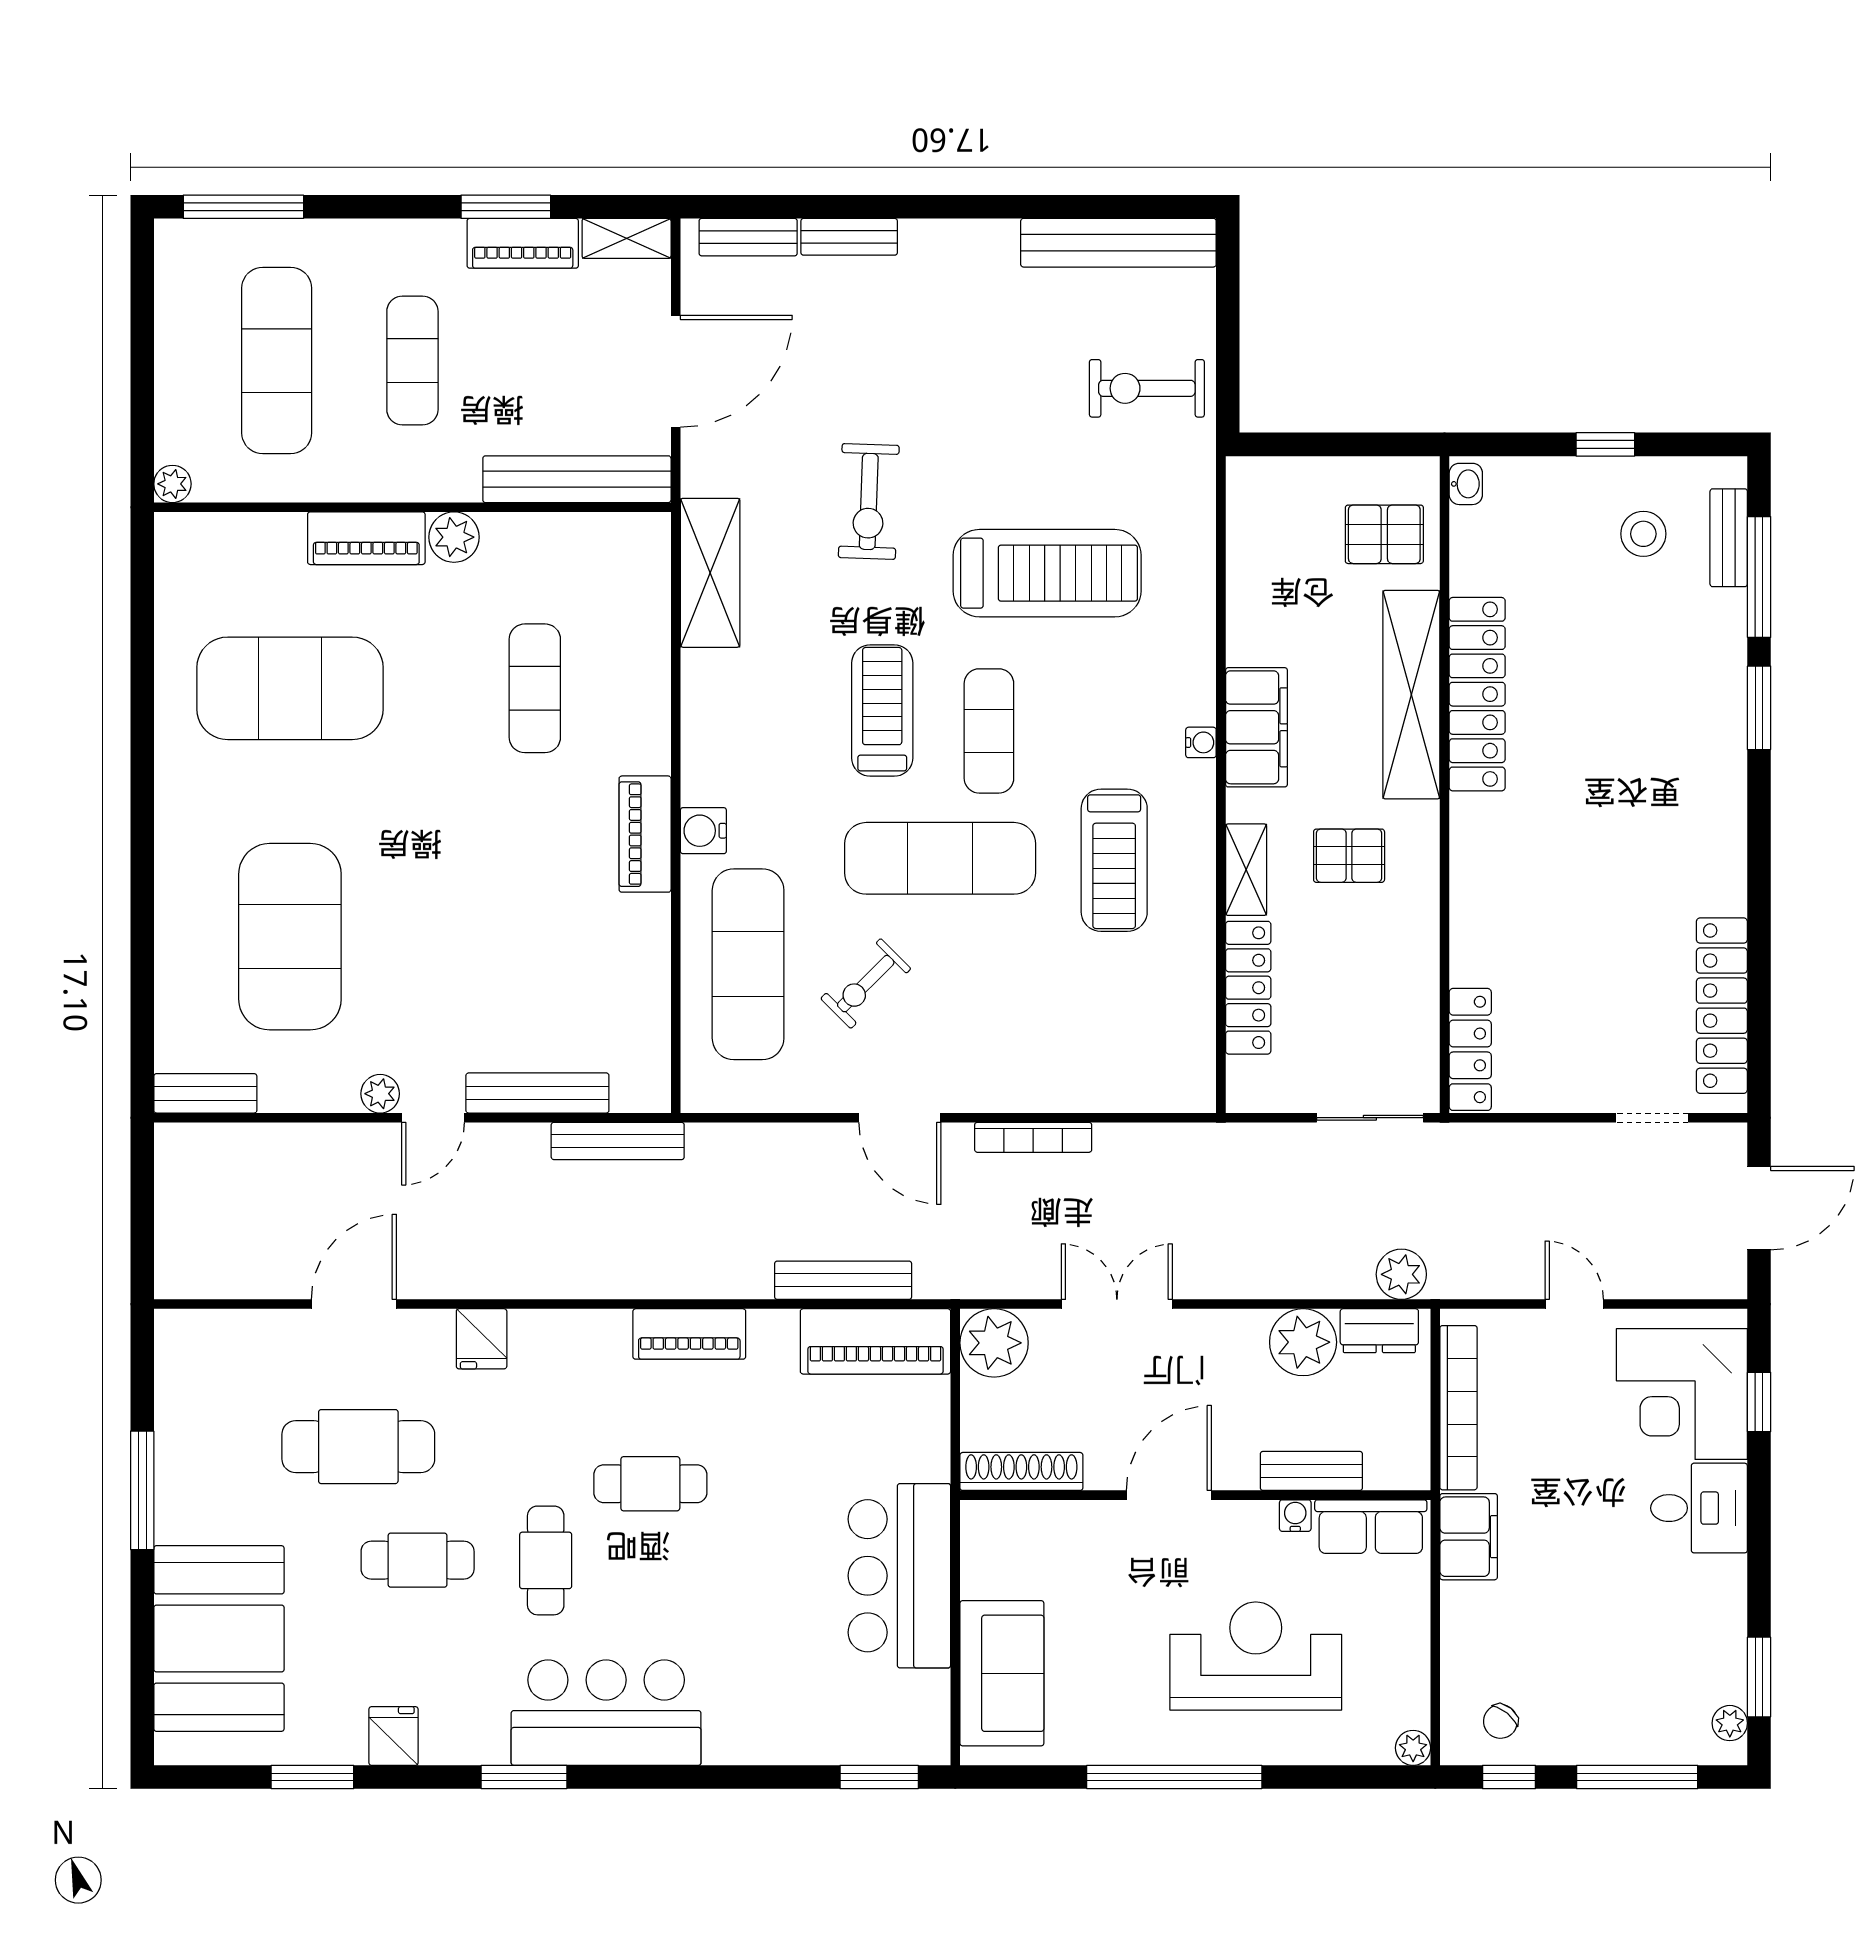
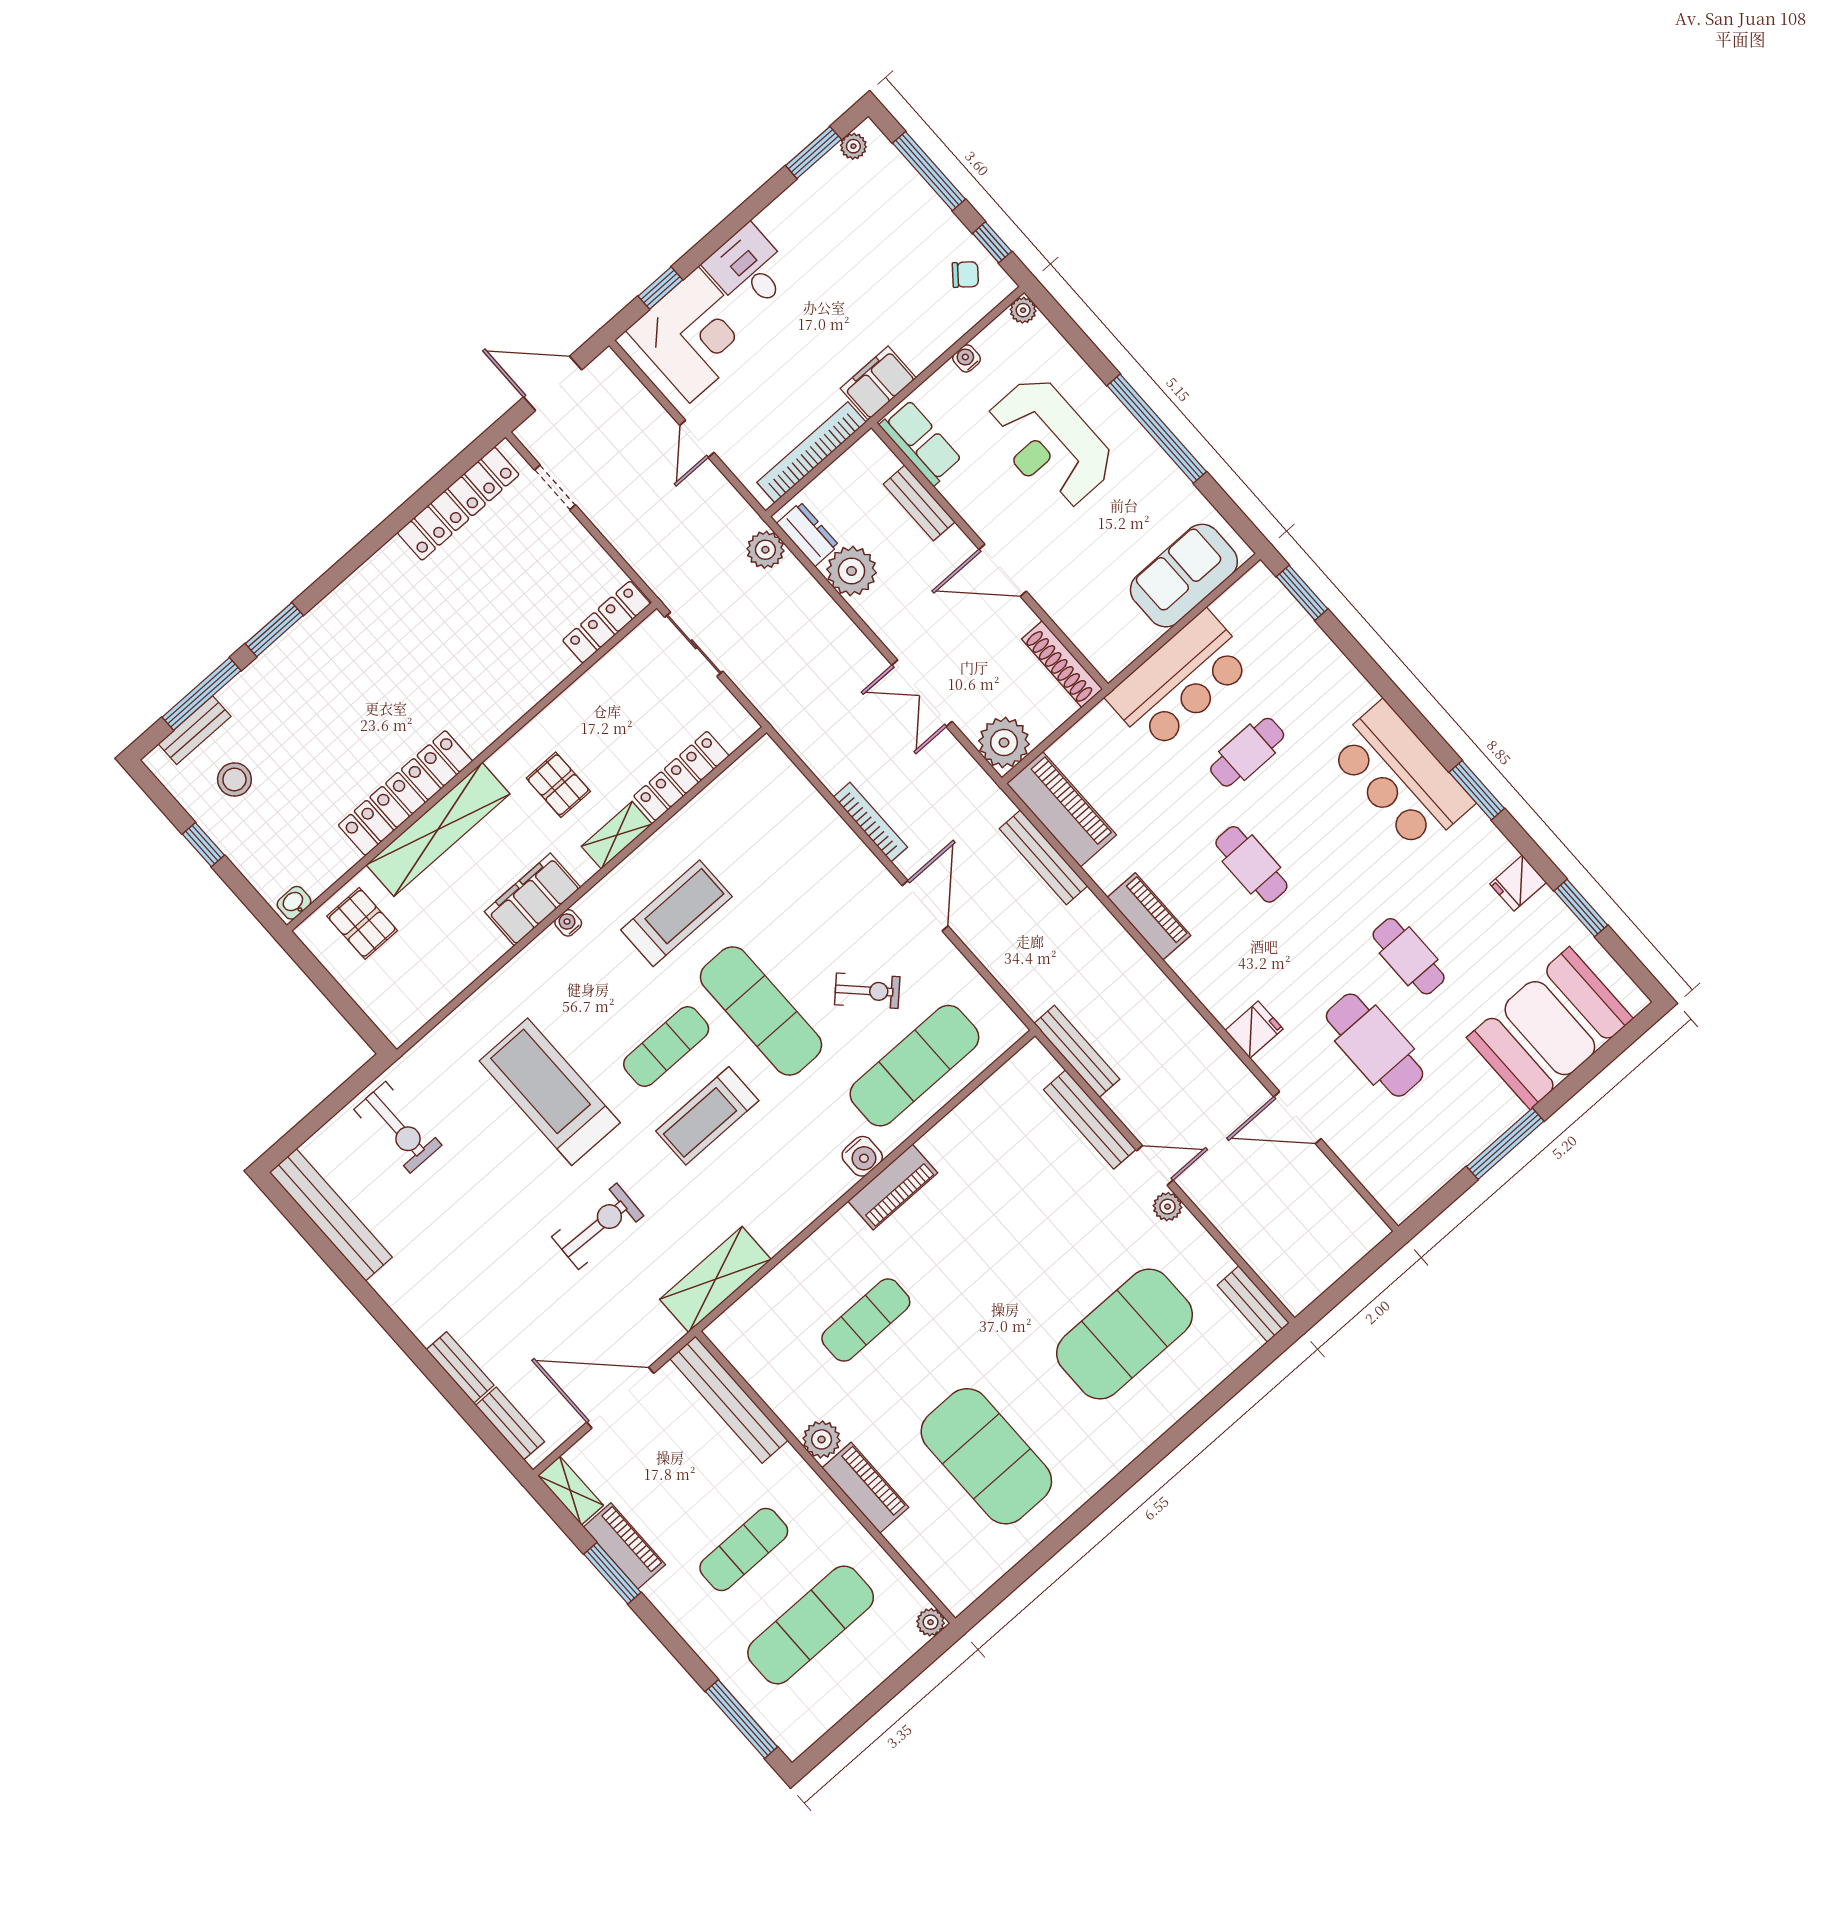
water cooler: (1295, 1516) -> (967, 358), moved, turned 90
cafe table: (546, 1560) -> (1247, 752), moved

